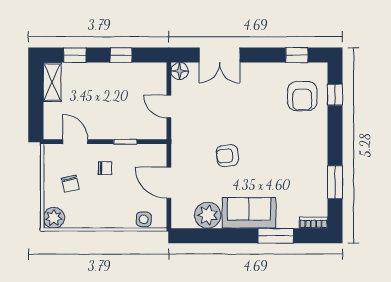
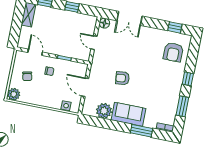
window: (335, 95) -> (188, 79), moved

